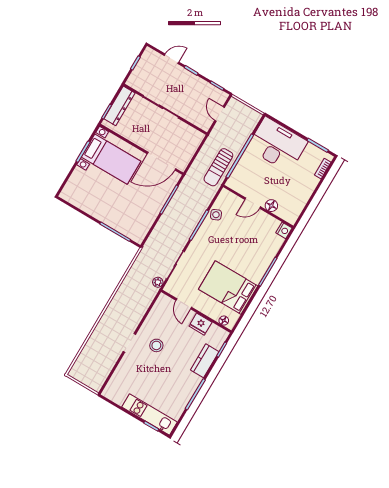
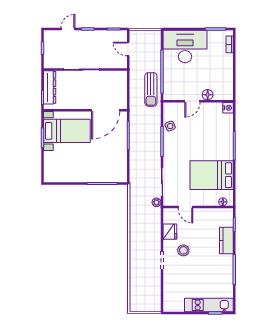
fridge: (200, 324) -> (170, 232), moved, turned -90

